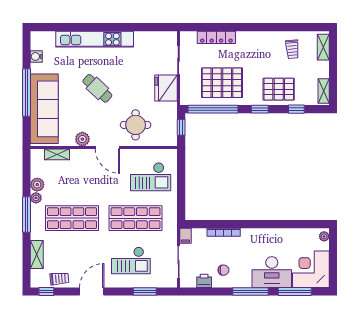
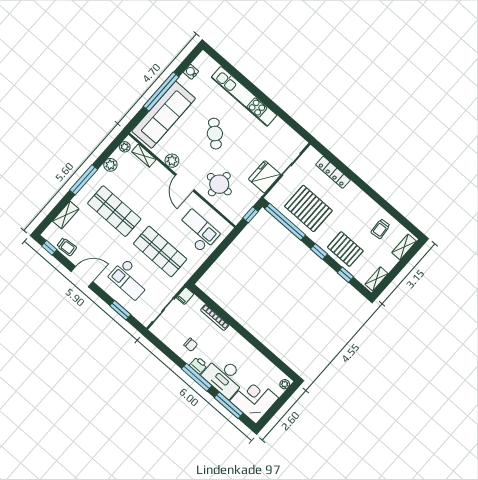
checkout: (151, 177) -> (197, 231), turned 180
plant: (36, 198) -> (125, 147), moved
printer: (204, 281) -> (198, 365), moved

